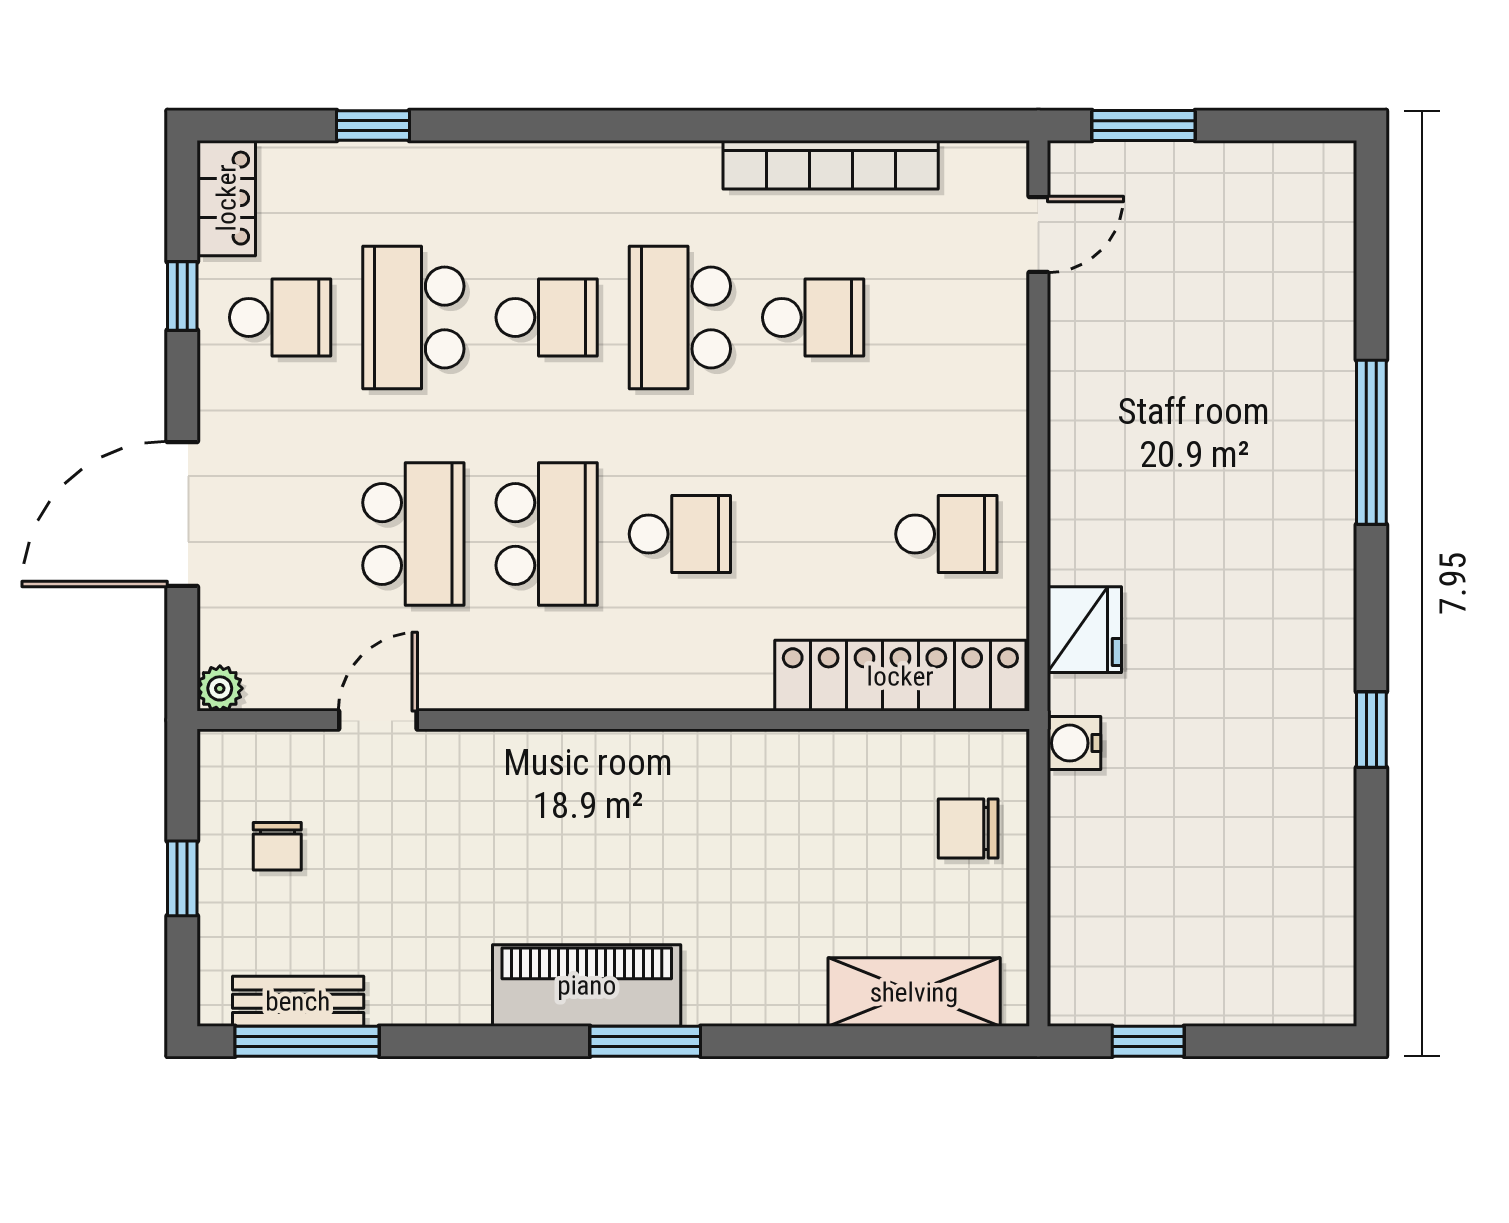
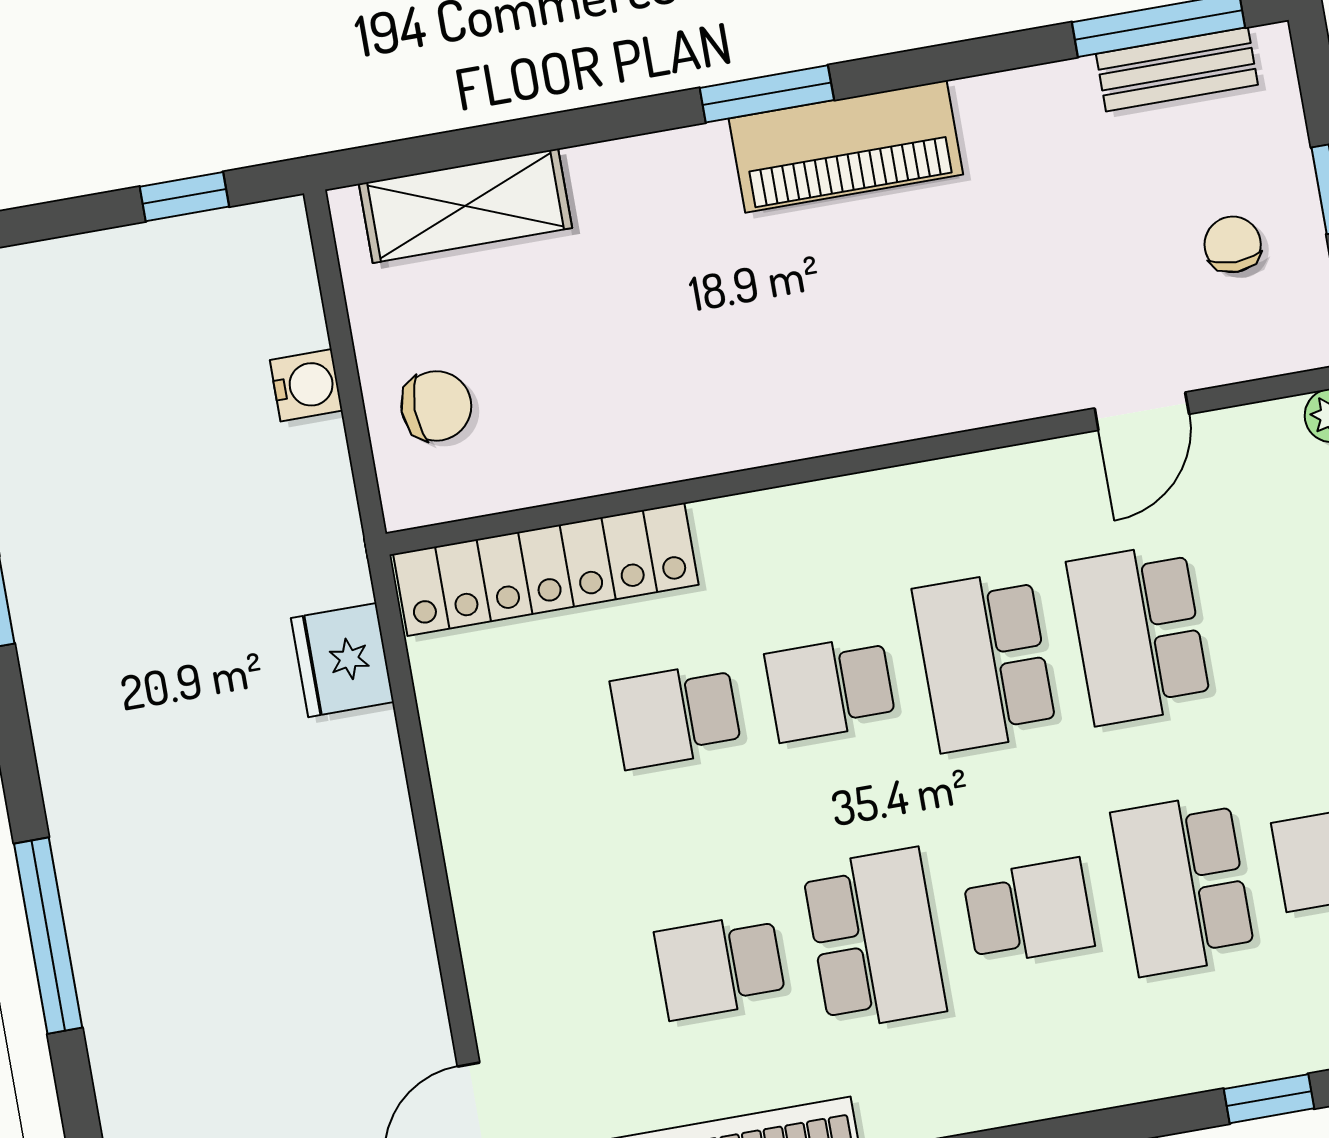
school desk: (413, 317) -> (1183, 885), turned 180
school desk: (547, 317) -> (1029, 912), turned 180
school desk: (946, 534) -> (676, 715), moved
water cooler: (1074, 743) -> (306, 385), moved

